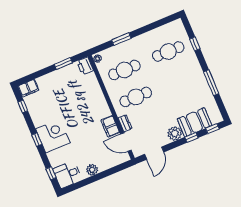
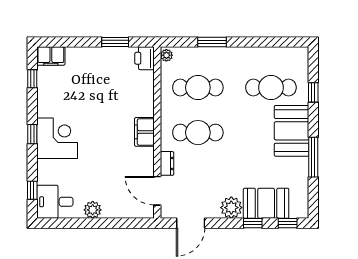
booth: (191, 72) -> (292, 131), added
filing cabinet: (110, 126) -> (144, 132), moved

